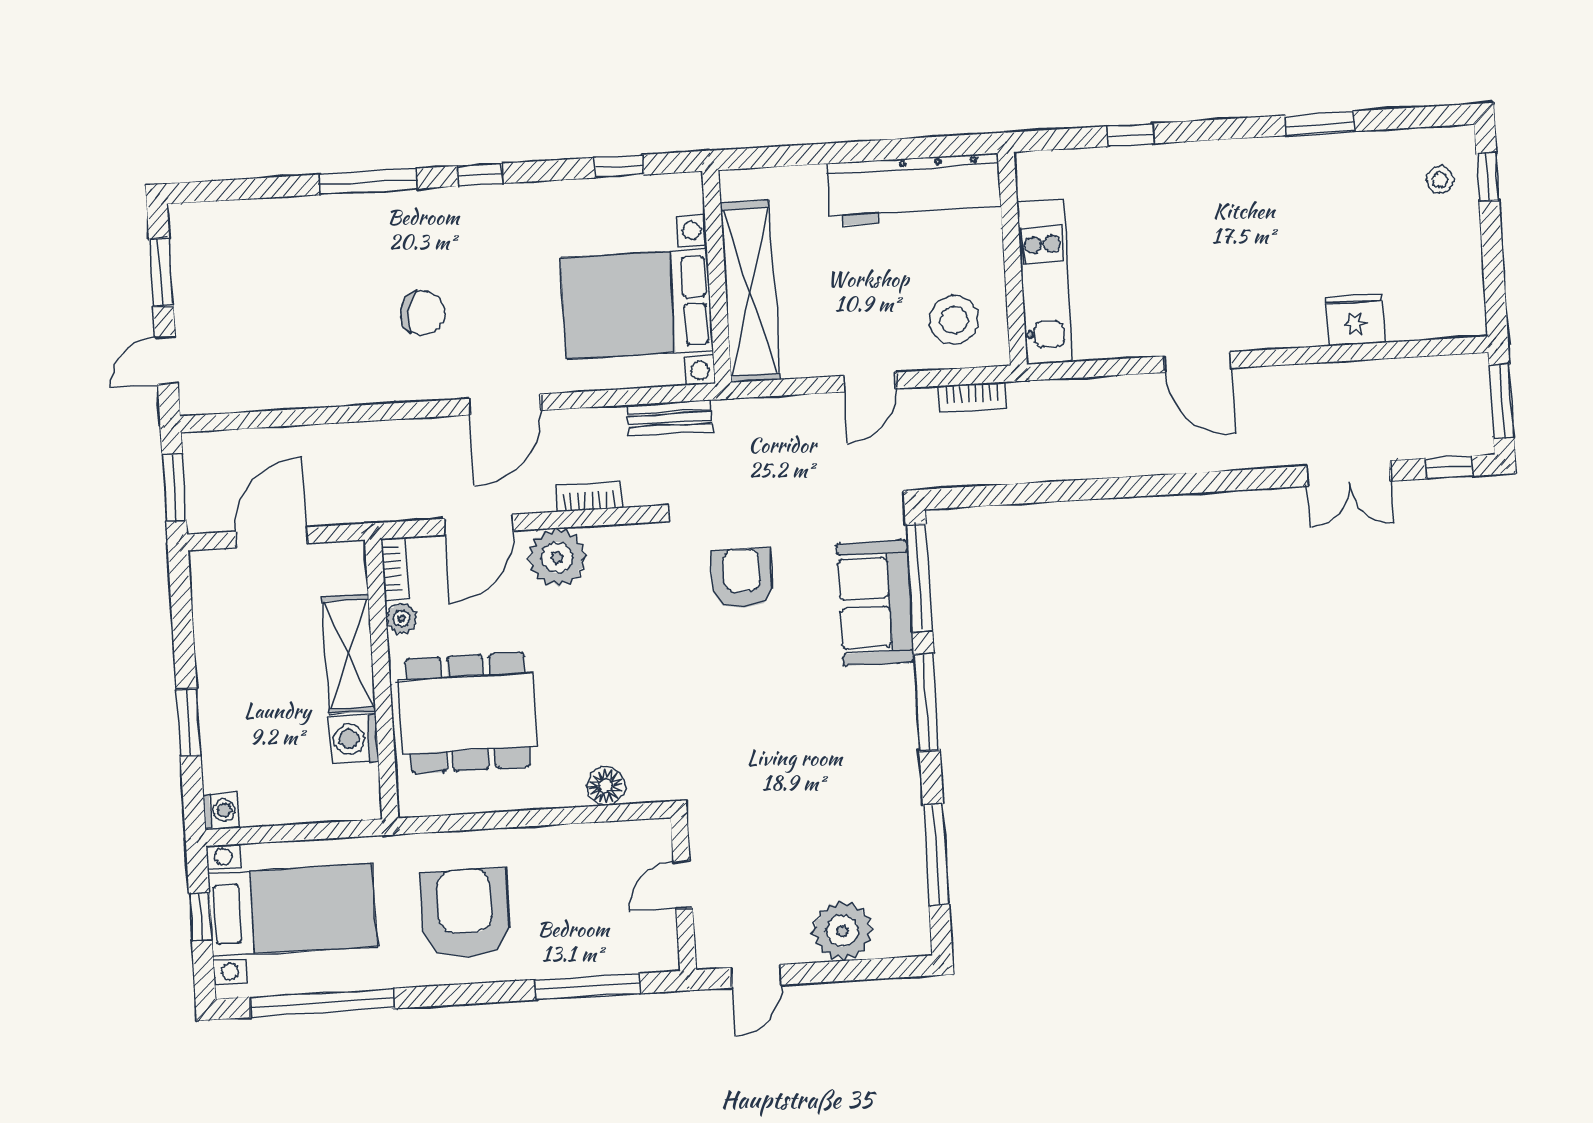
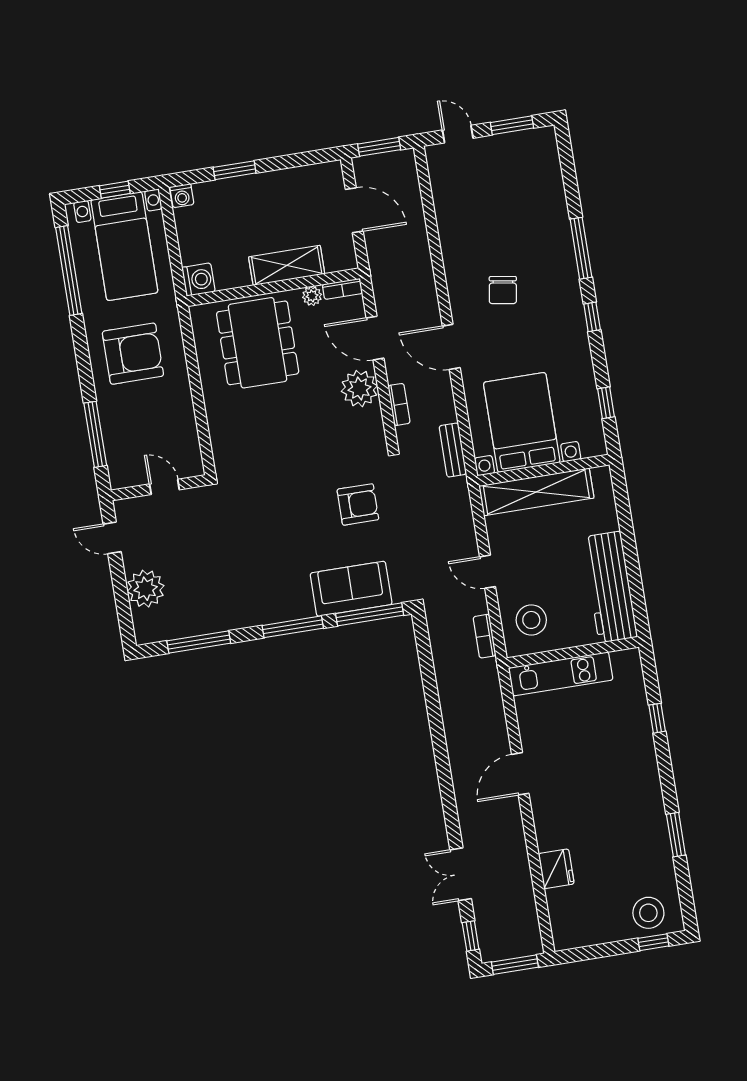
stool: (1440, 180) -> (648, 913), width x1.89, depth x1.89
washing machine: (354, 739) -> (198, 280), moved, turned 90
floor lamp: (606, 786) -> (221, 433), removed

